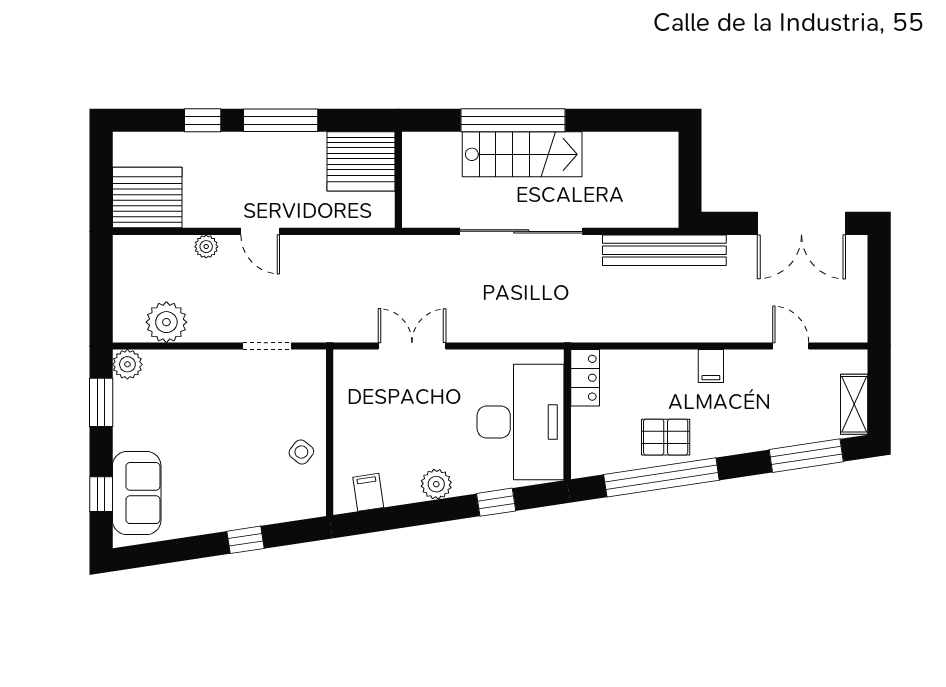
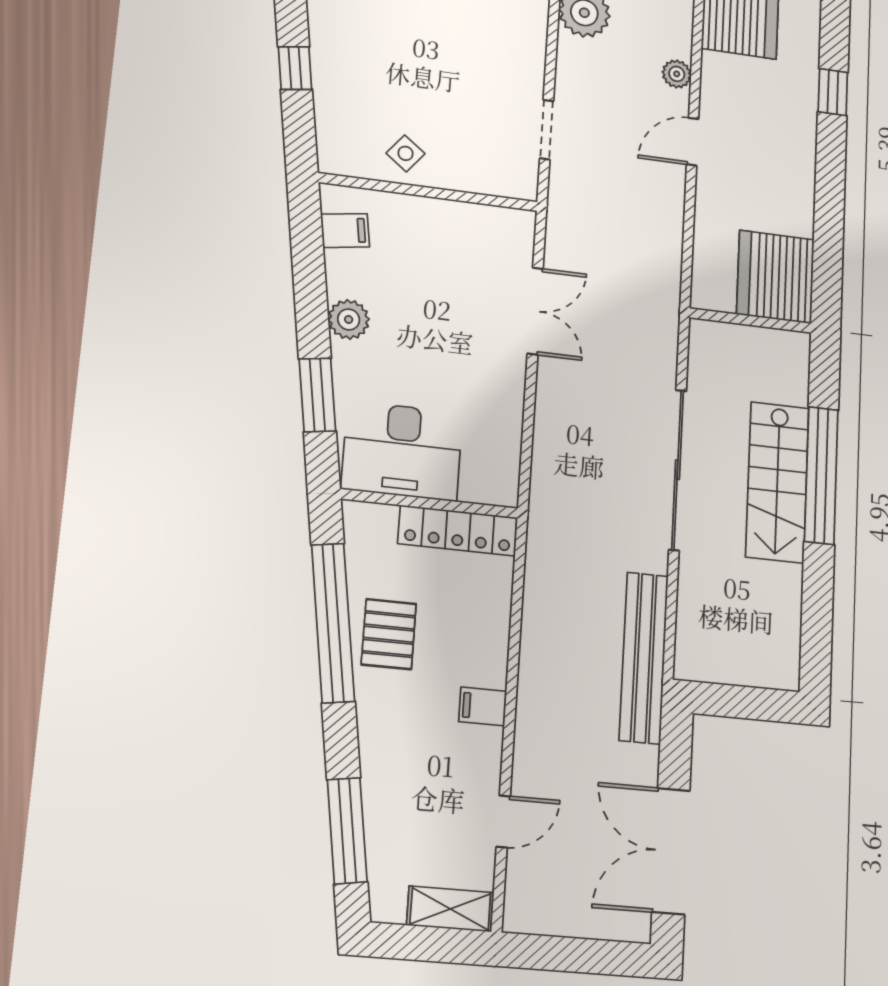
window: (281, 120) -> (830, 185), removed
locker: (585, 378) -> (458, 531), width x1.53
shelving: (854, 404) -> (450, 909), moved
desk: (521, 422) -> (402, 451), width x0.73, depth x0.77
window: (496, 502) -> (317, 395), width x1.50

